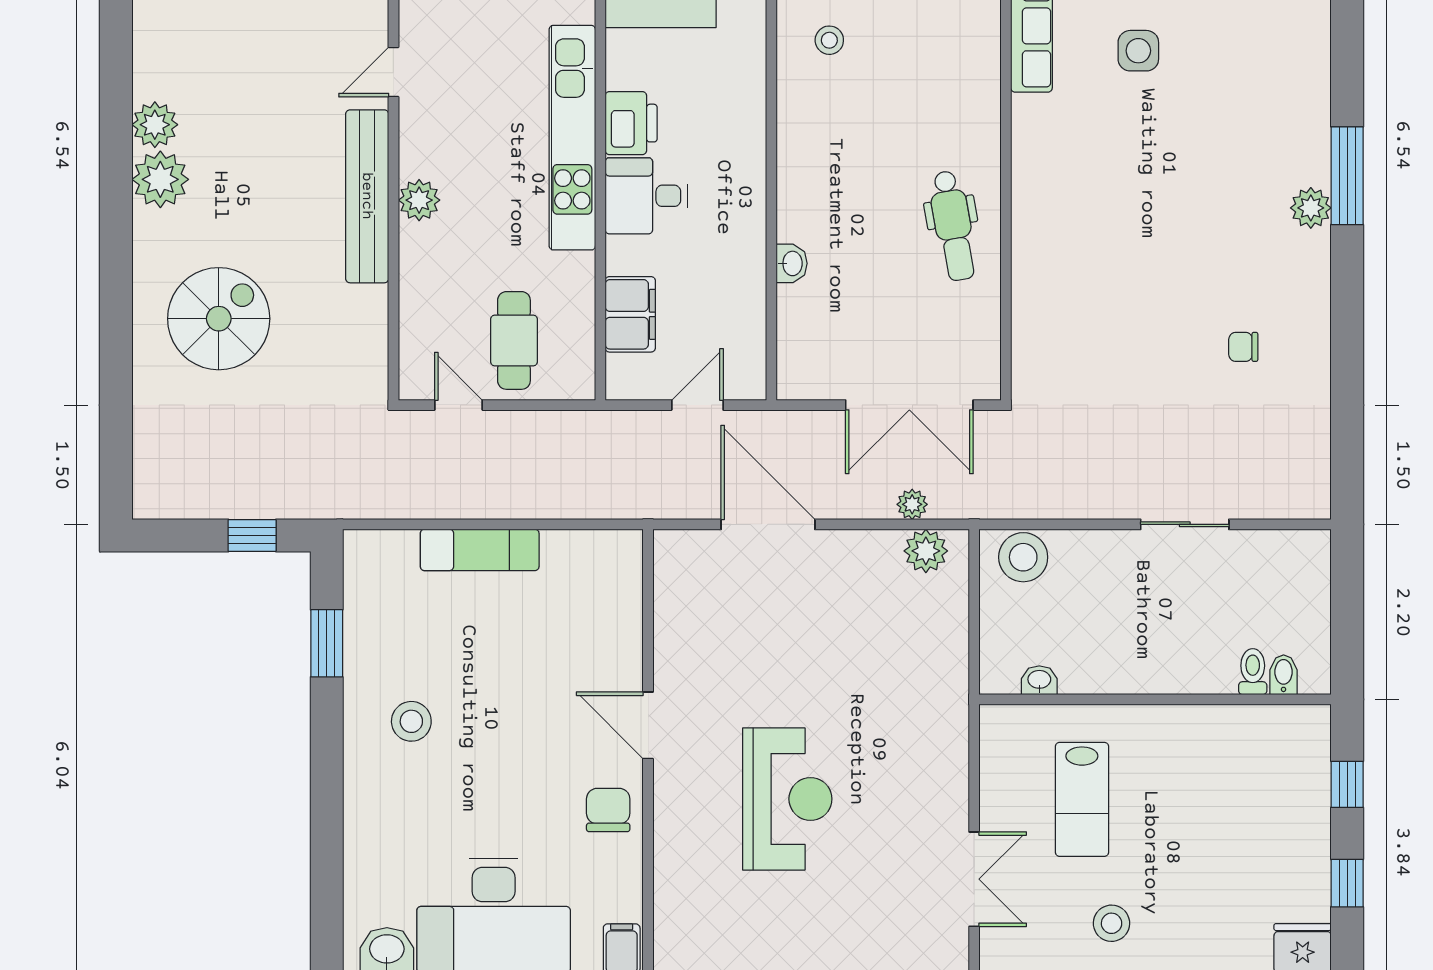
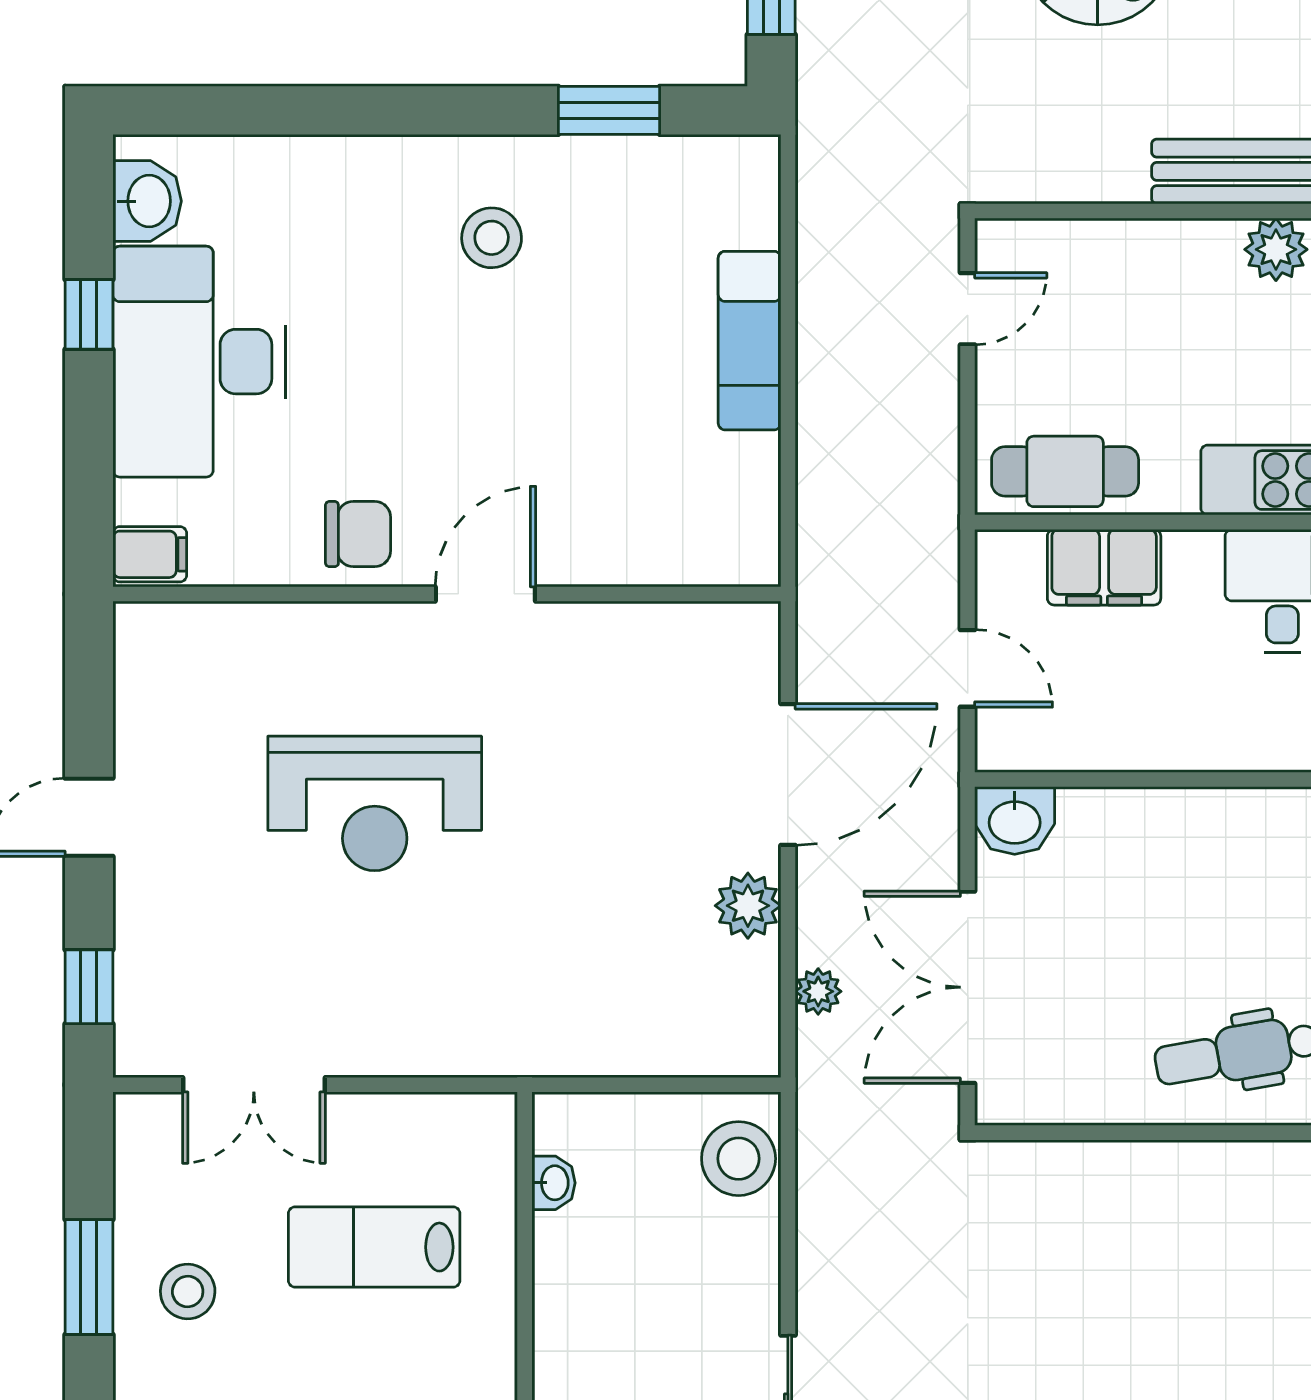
washbasin: (792, 263) -> (1015, 820), moved, width x1.38, depth x1.45
cafe table: (514, 340) -> (1065, 471), moved
plant: (926, 551) -> (748, 906), moved

